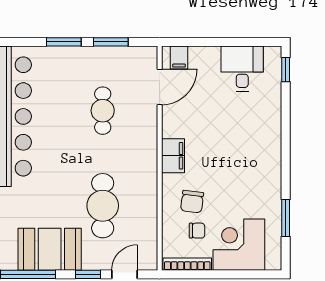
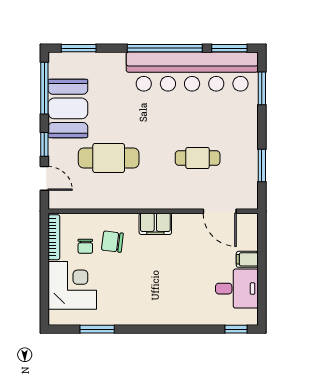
window: (64, 42) -> (262, 88), moved
filing cabinet: (179, 58) -> (247, 259), moved

